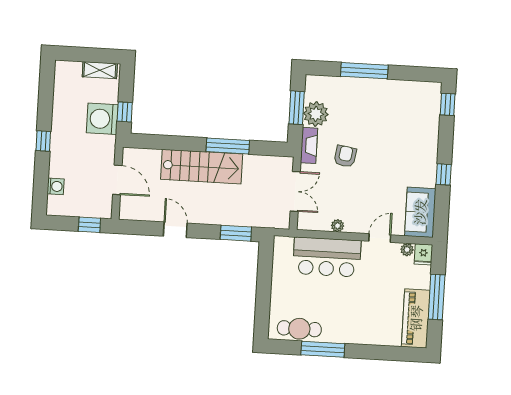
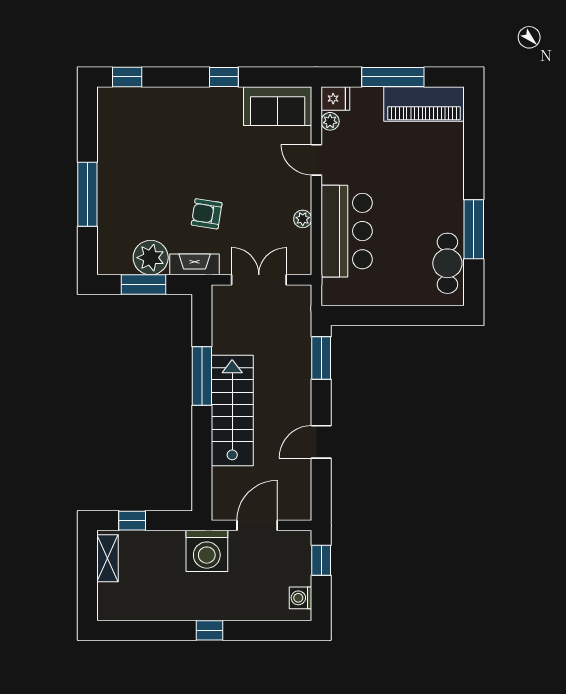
window: (125, 112) -> (132, 521), moved
washing machine: (102, 119) -> (207, 551), moved
washing machine: (56, 186) -> (300, 598), moved, turned -90

